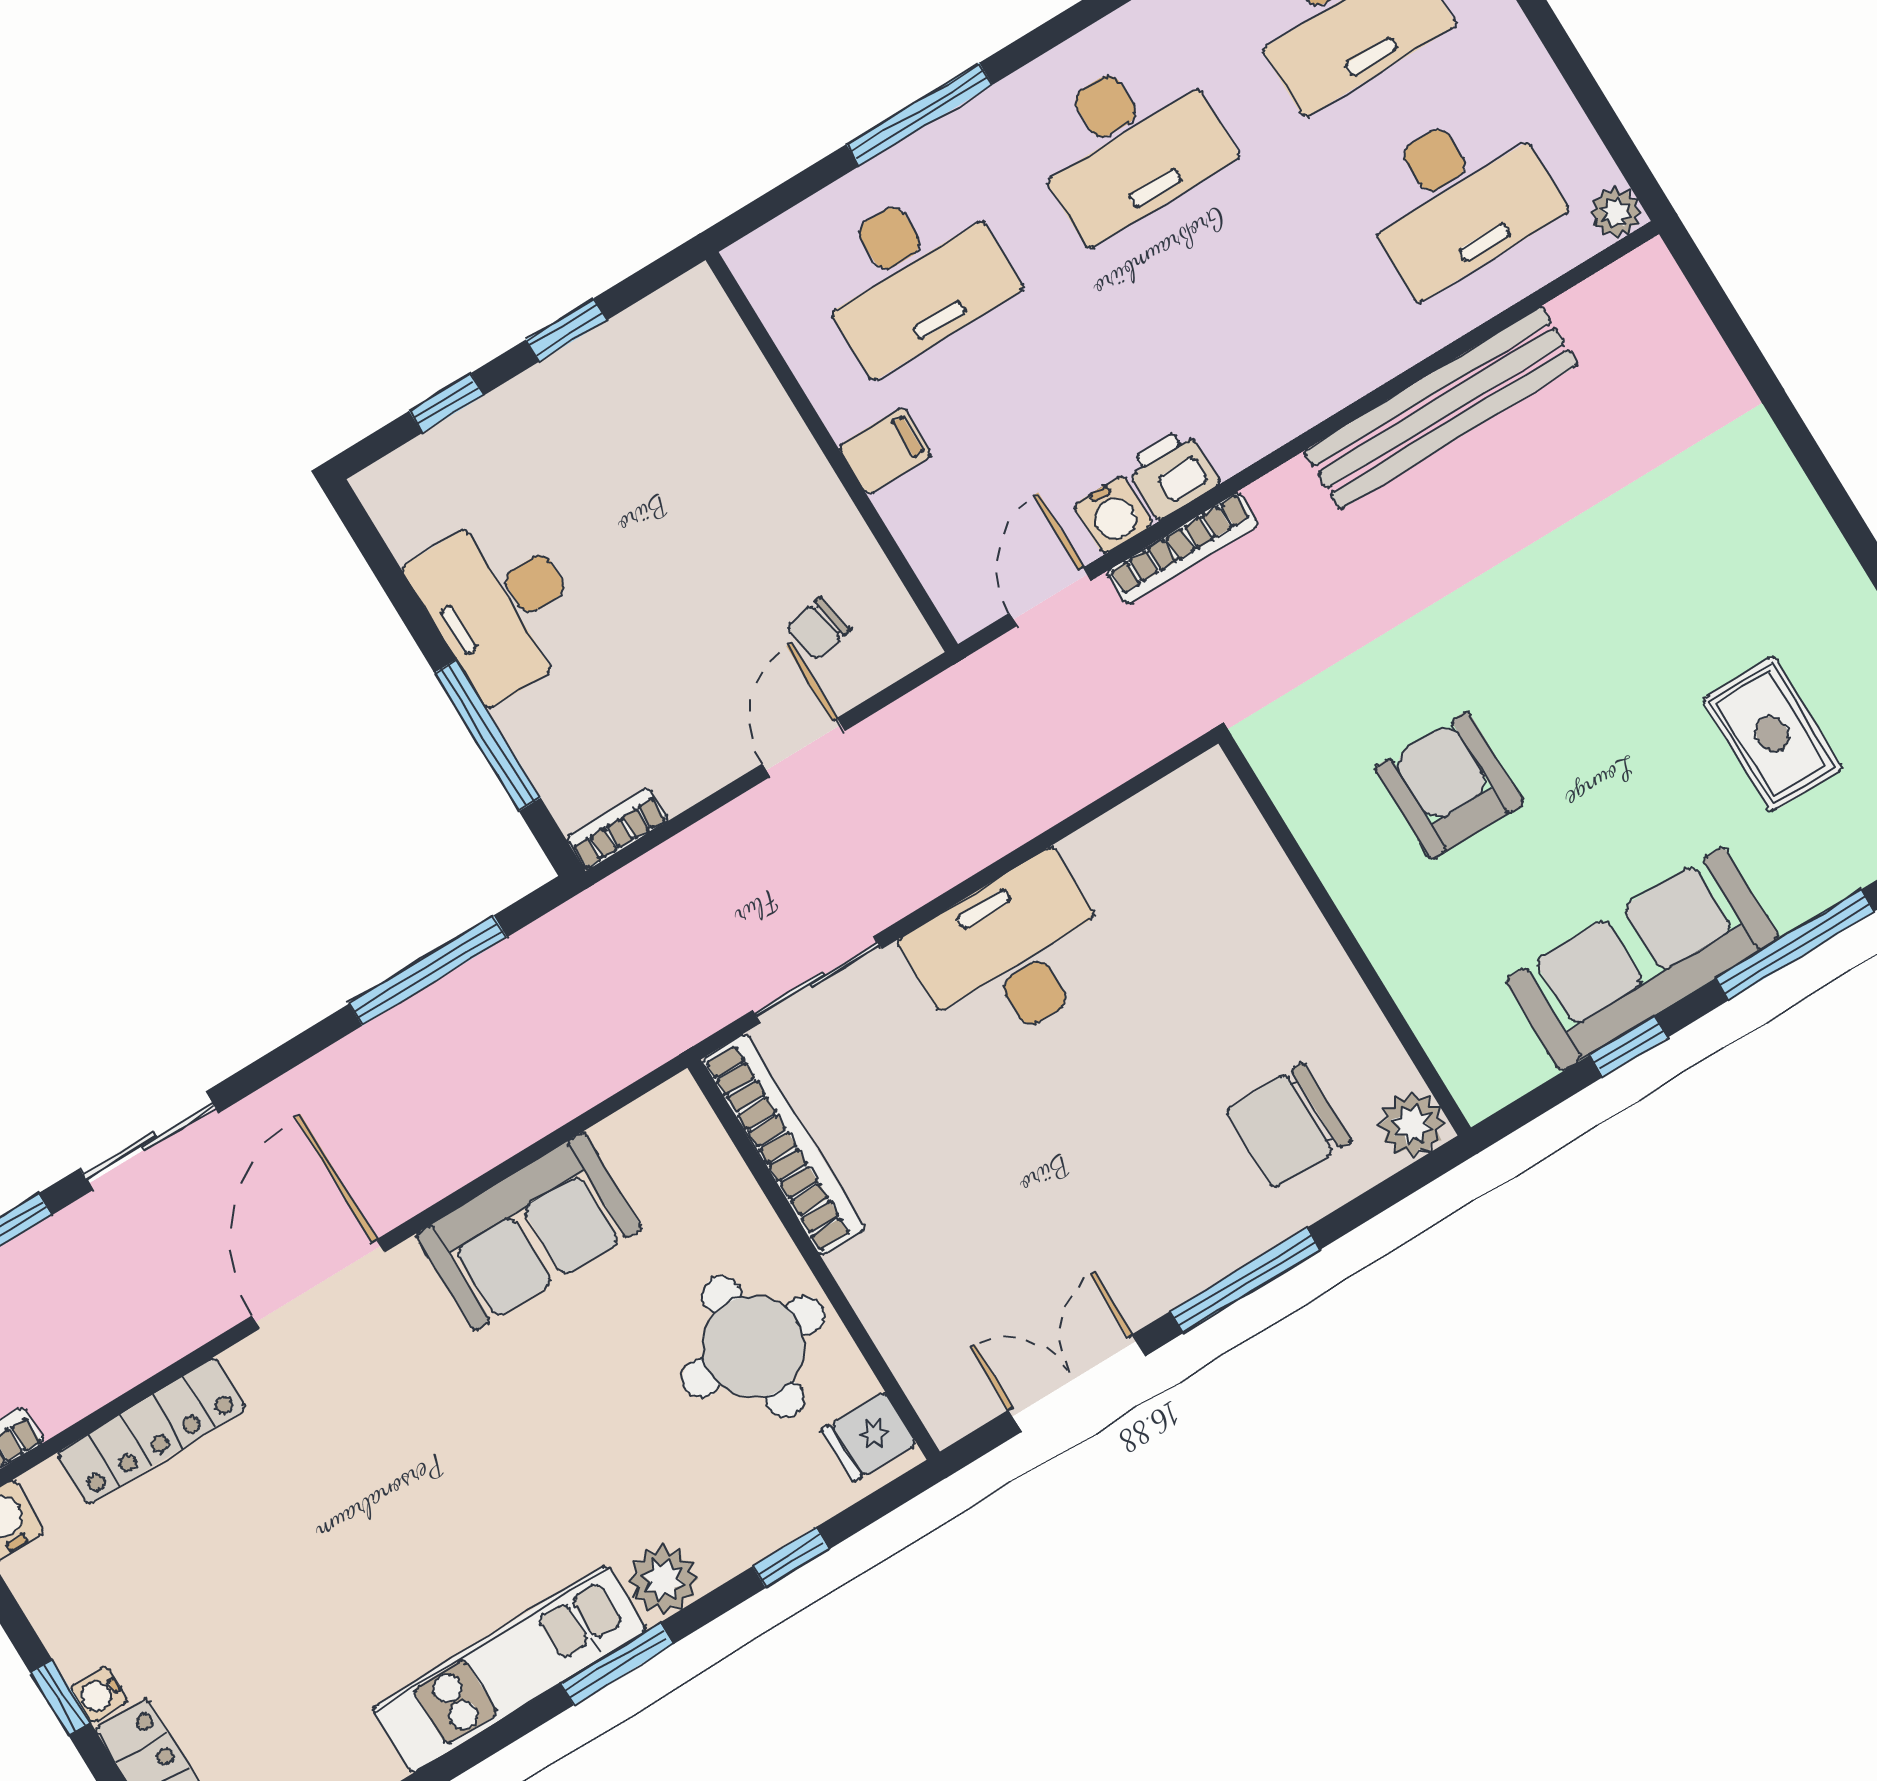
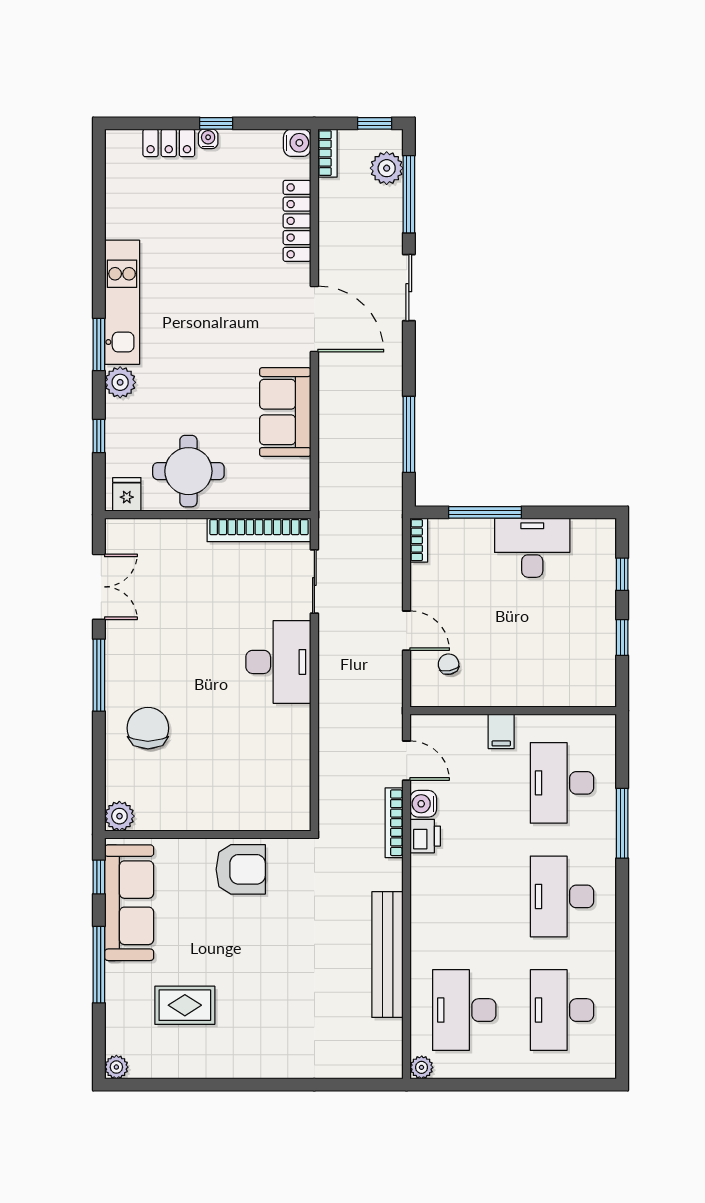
wall: (1345, 935) -> (208, 834), moved
plant: (1412, 1124) -> (119, 816), moved

